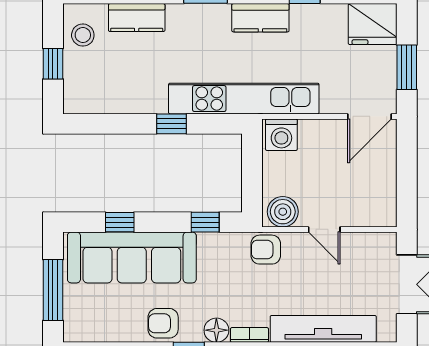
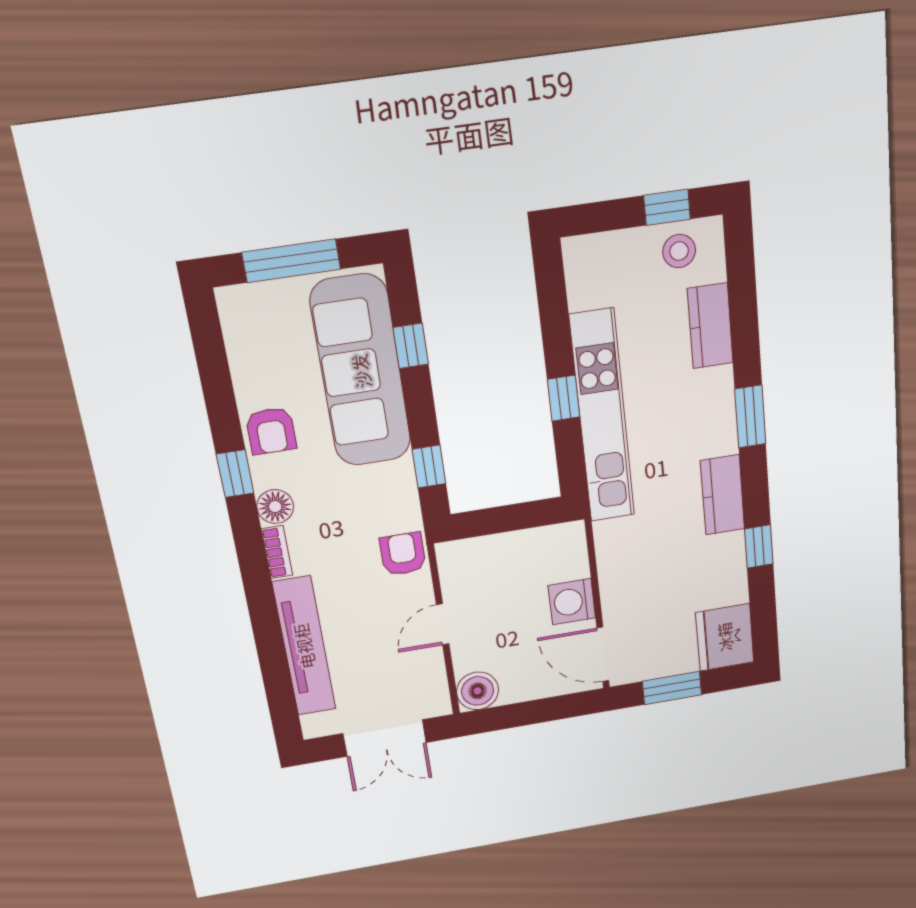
window: (53, 64) -> (667, 207), moved
kitchen unit: (244, 99) -> (602, 417), moved
washing machine: (281, 135) -> (572, 602), moved
boiler: (283, 212) -> (478, 691), moved
armchair: (163, 323) -> (271, 431), turned 180

